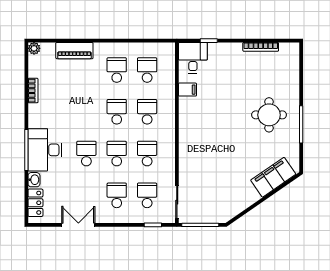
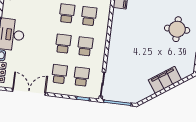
school desk: (86, 154) -> (41, 41), removed
filing cabinet: (273, 177) -> (165, 80), moved
double door: (78, 225) -> (29, 92), width x1.37

